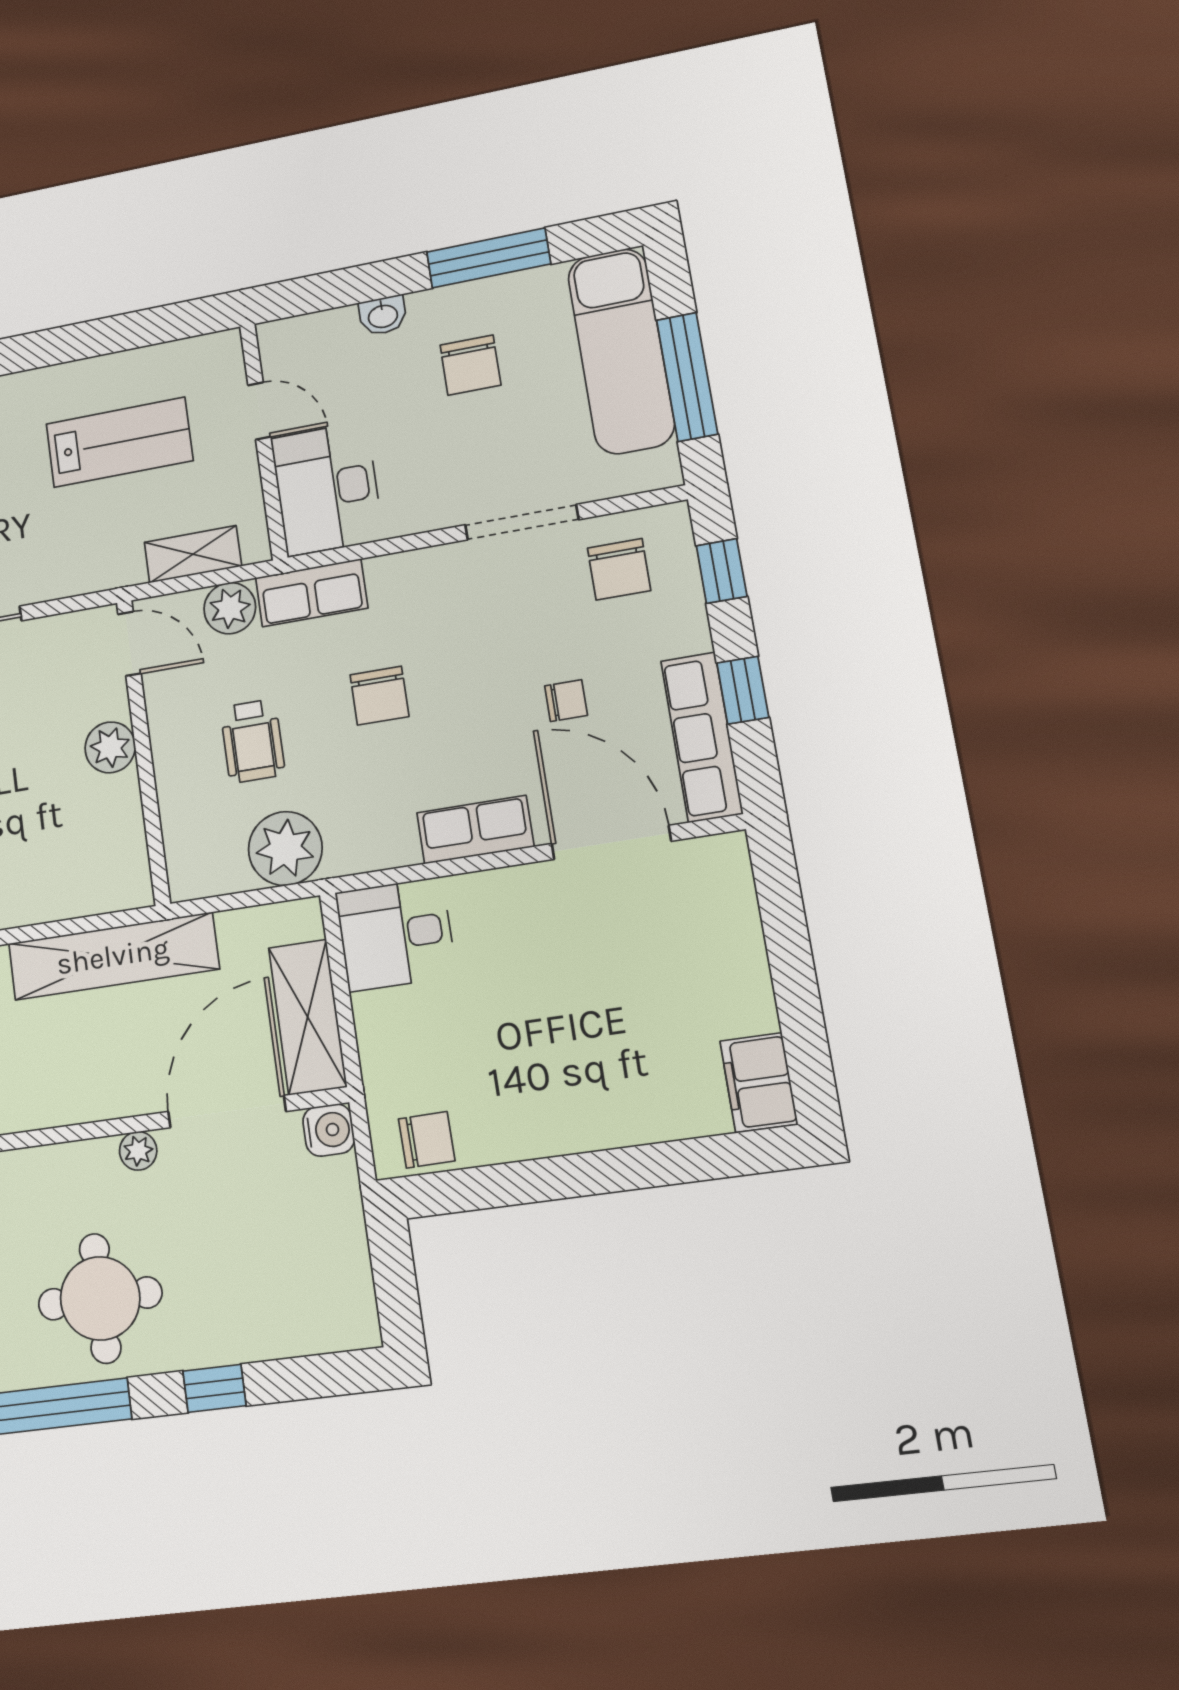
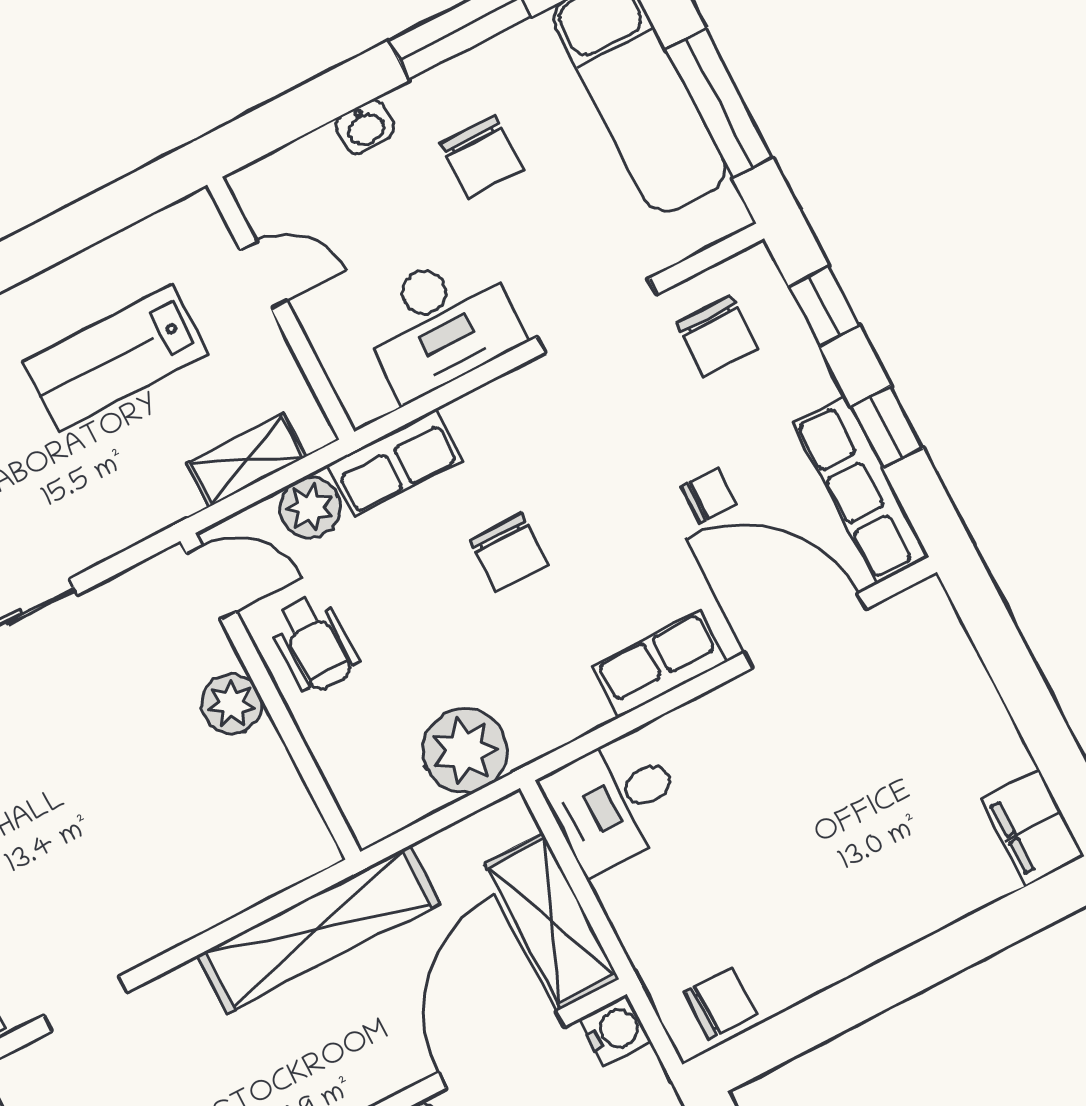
lab bench: (119, 442) -> (116, 358), turned 180
desk: (327, 489) -> (440, 324), moved, turned -90
wheelchair: (253, 741) -> (314, 643), moved

